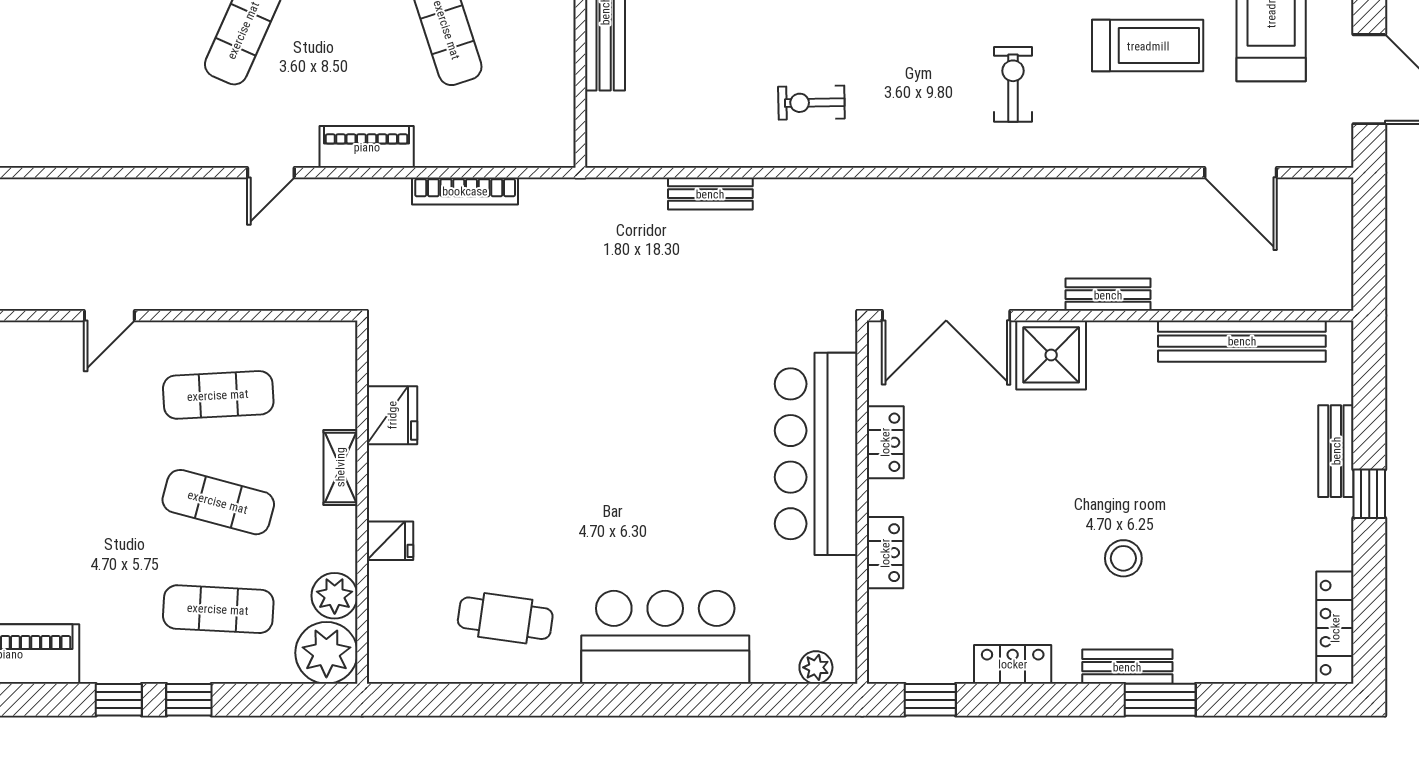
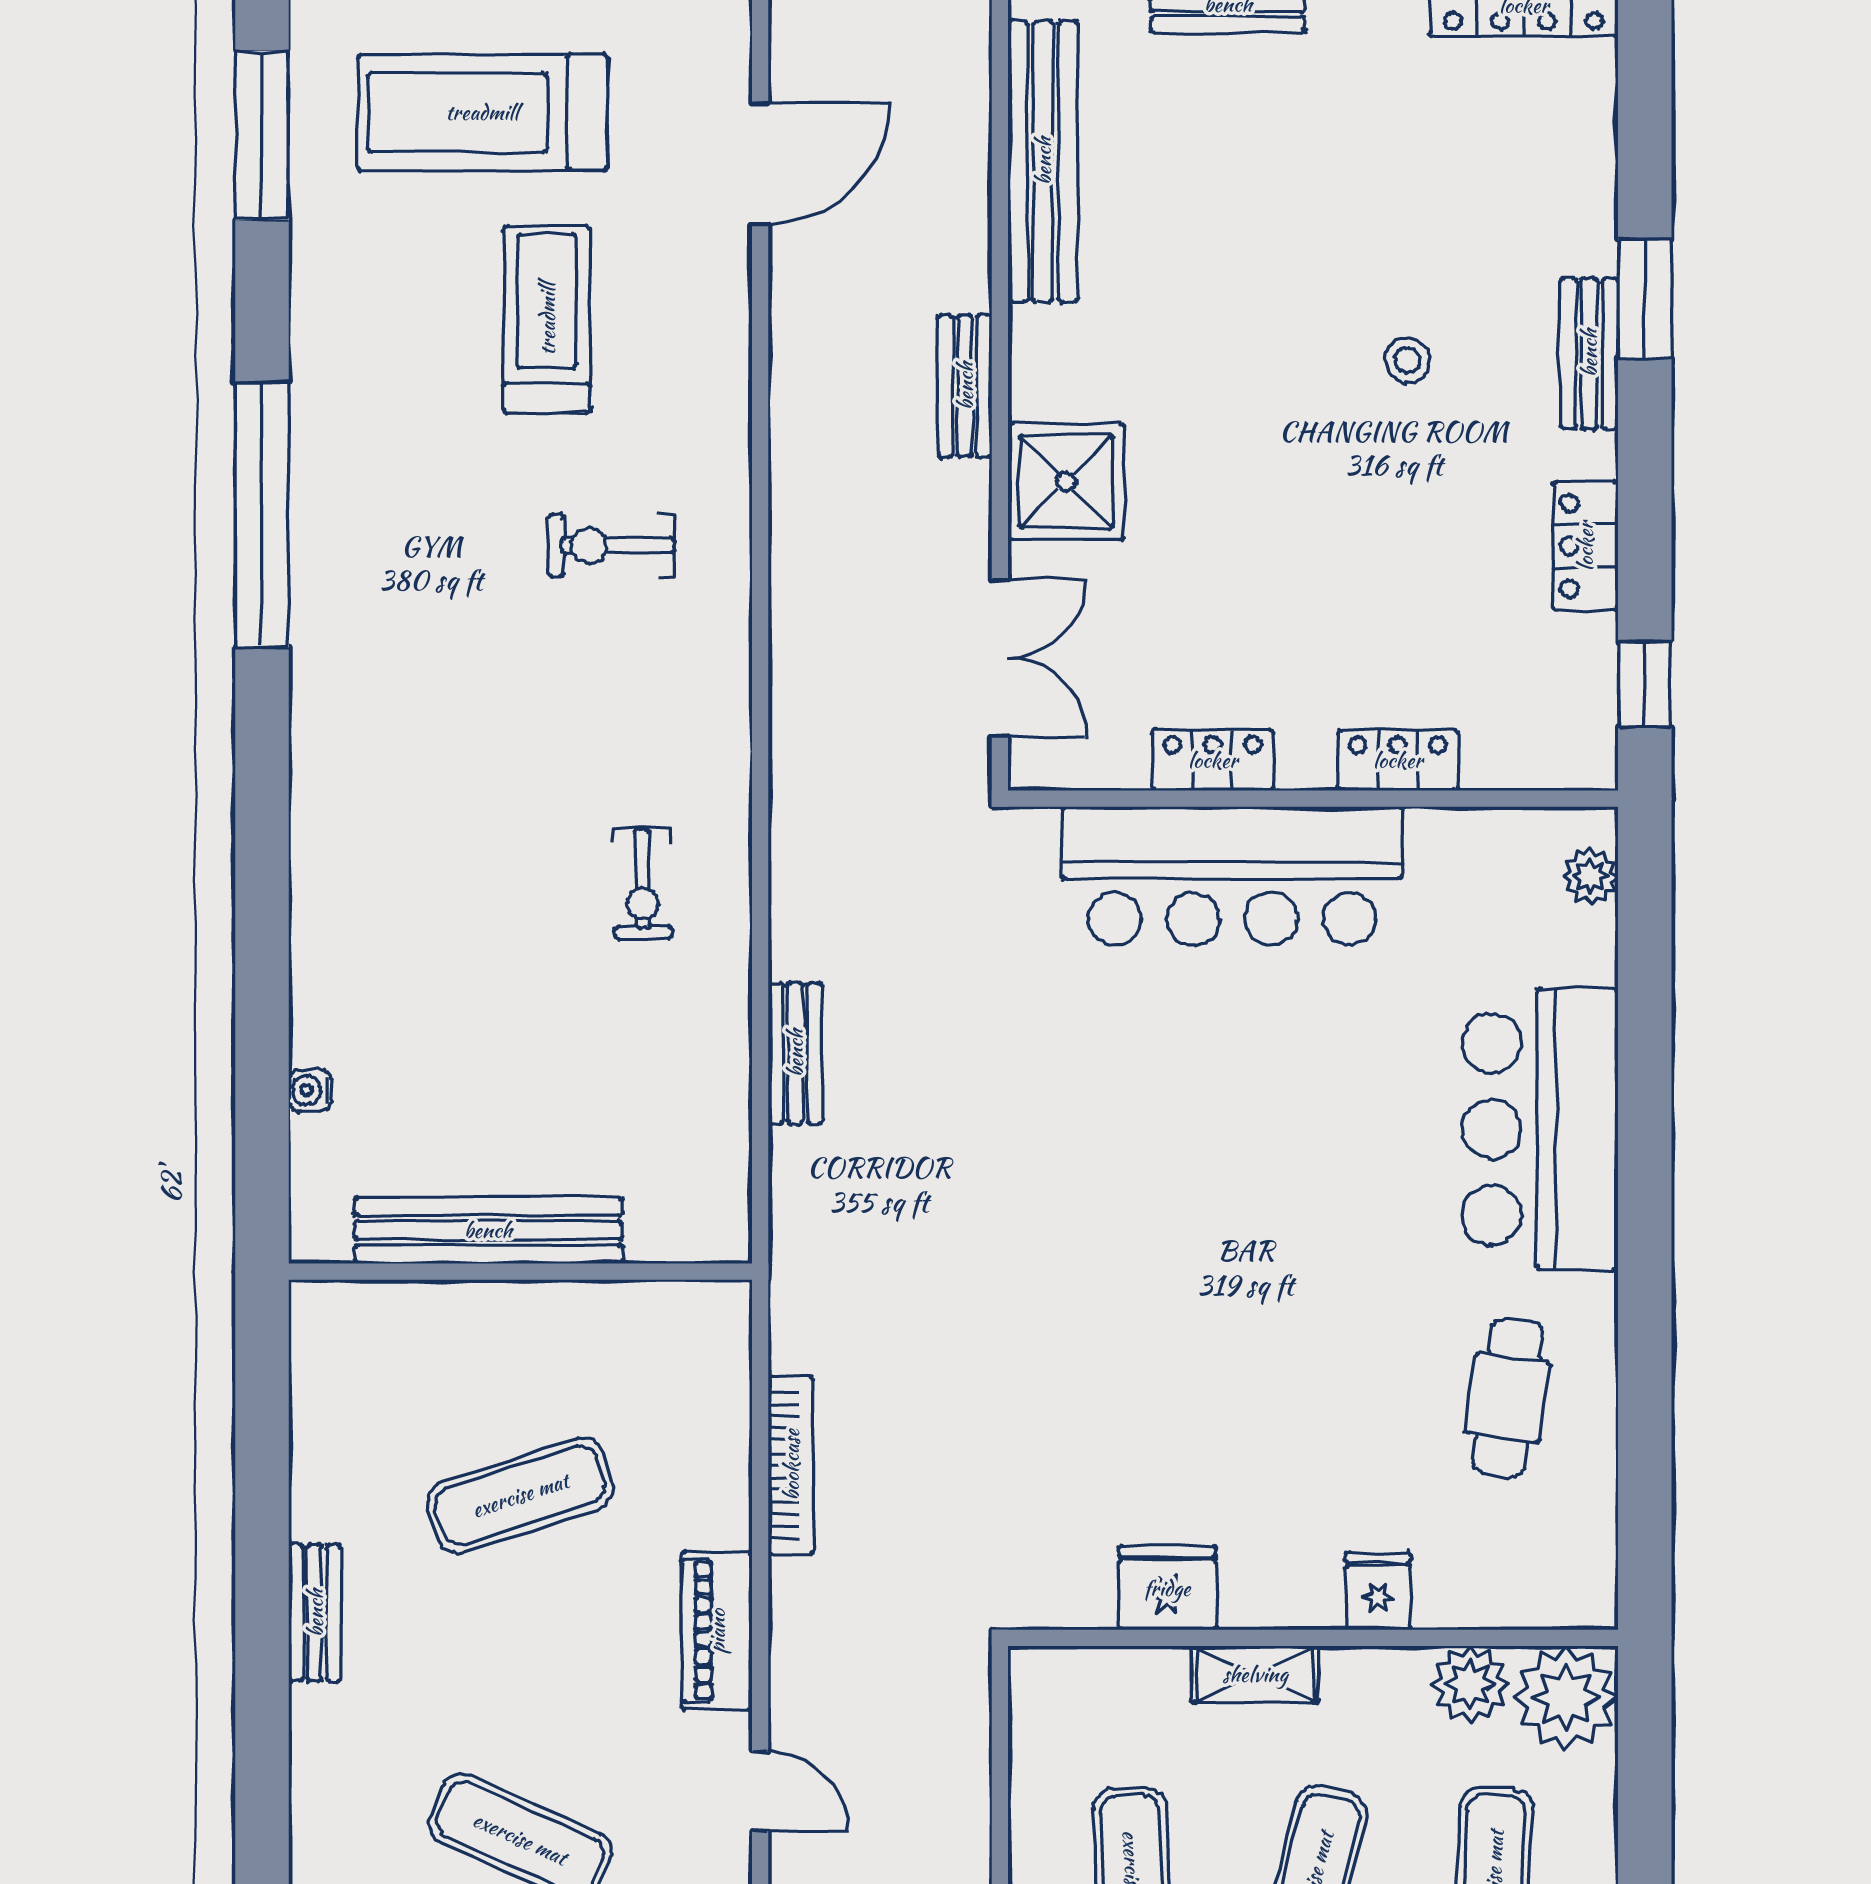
double door: (946, 316) -> (1000, 658), width x0.73
stool: (1123, 558) -> (1407, 360), width x0.73, depth x0.73

